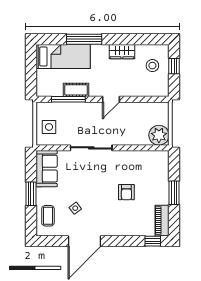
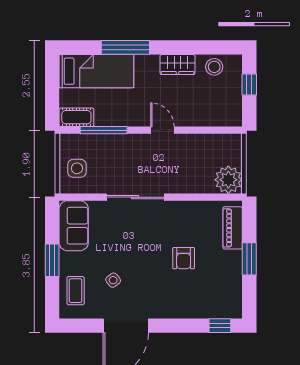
stool: (152, 66) -> (214, 67), moved
cot: (76, 90) -> (76, 117), moved
door: (111, 99) -> (162, 130), swing flipped
piano: (162, 221) -> (233, 228), moved

